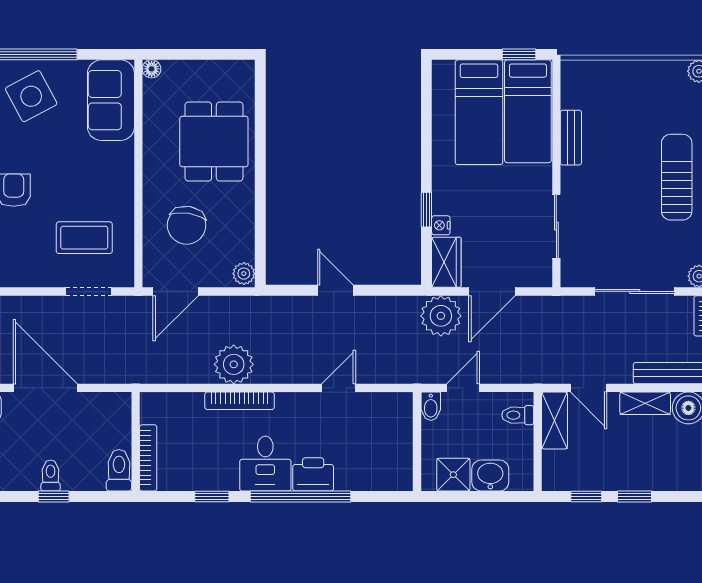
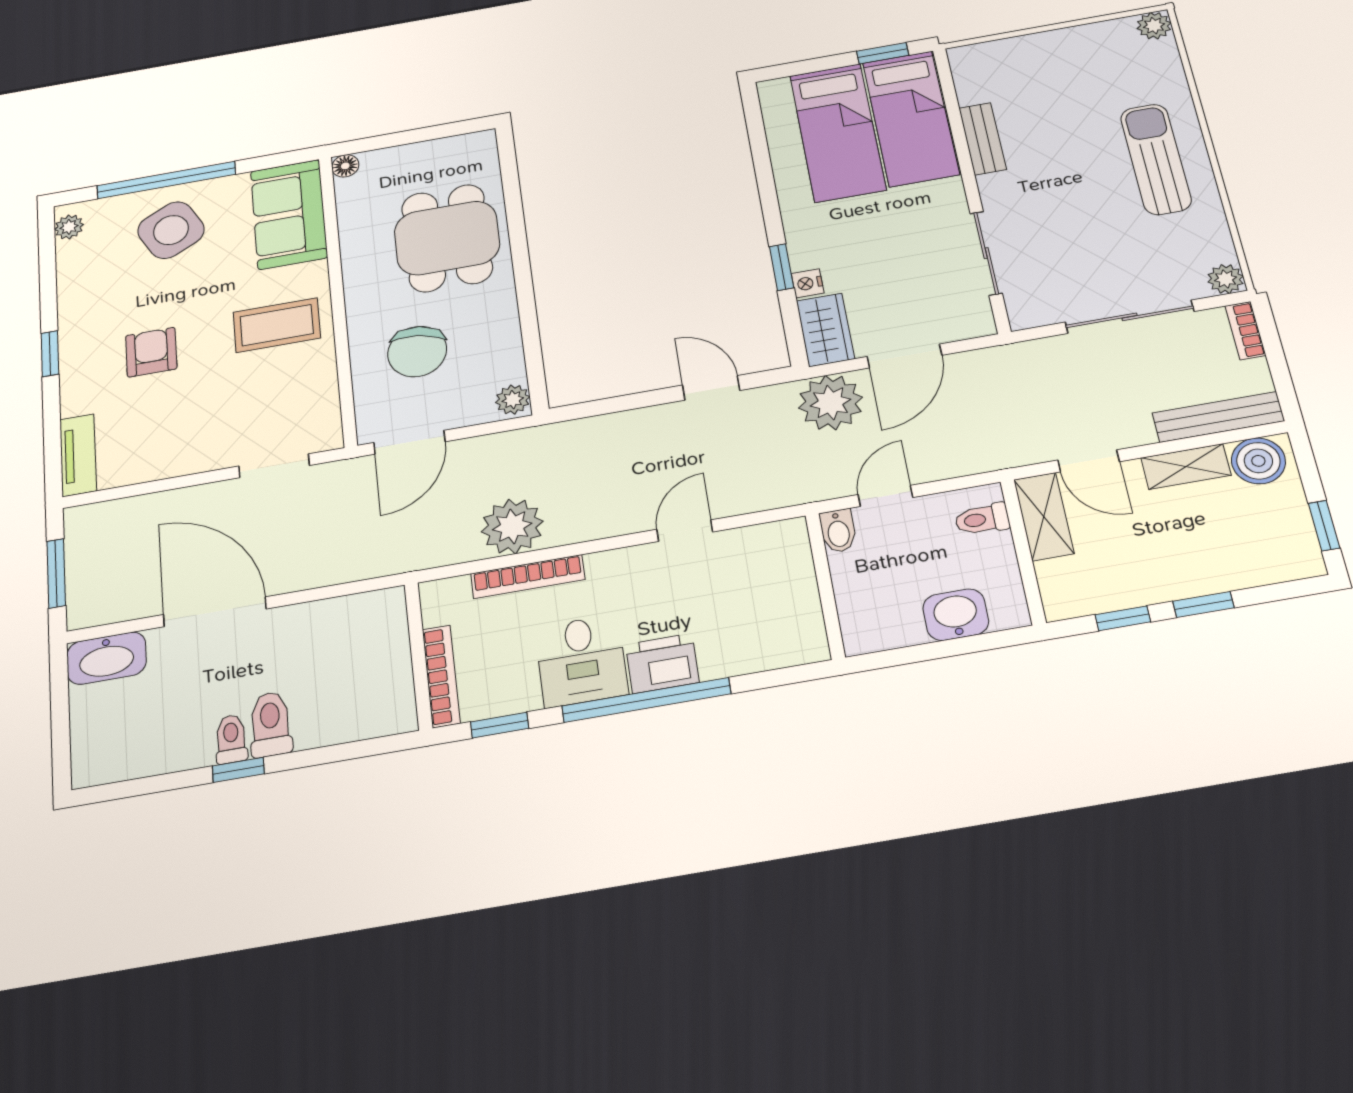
coffee table: (84, 238) -> (277, 325), moved
door: (335, 290) -> (711, 388), moved
wall: (136, 442) -> (418, 656), moved
bookcase: (148, 458) -> (441, 676), moved
toilet: (119, 470) -> (270, 724), moved
shower: (453, 475) -> (894, 624), removed

